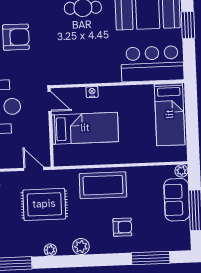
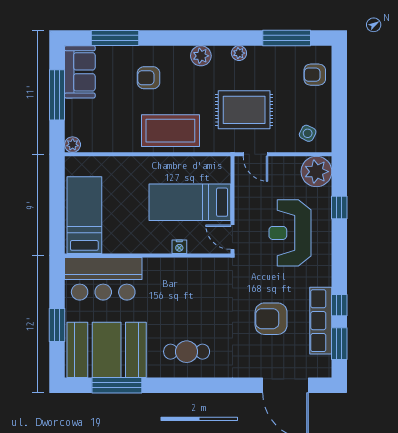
sofa: (177, 200) -> (80, 72), moved

